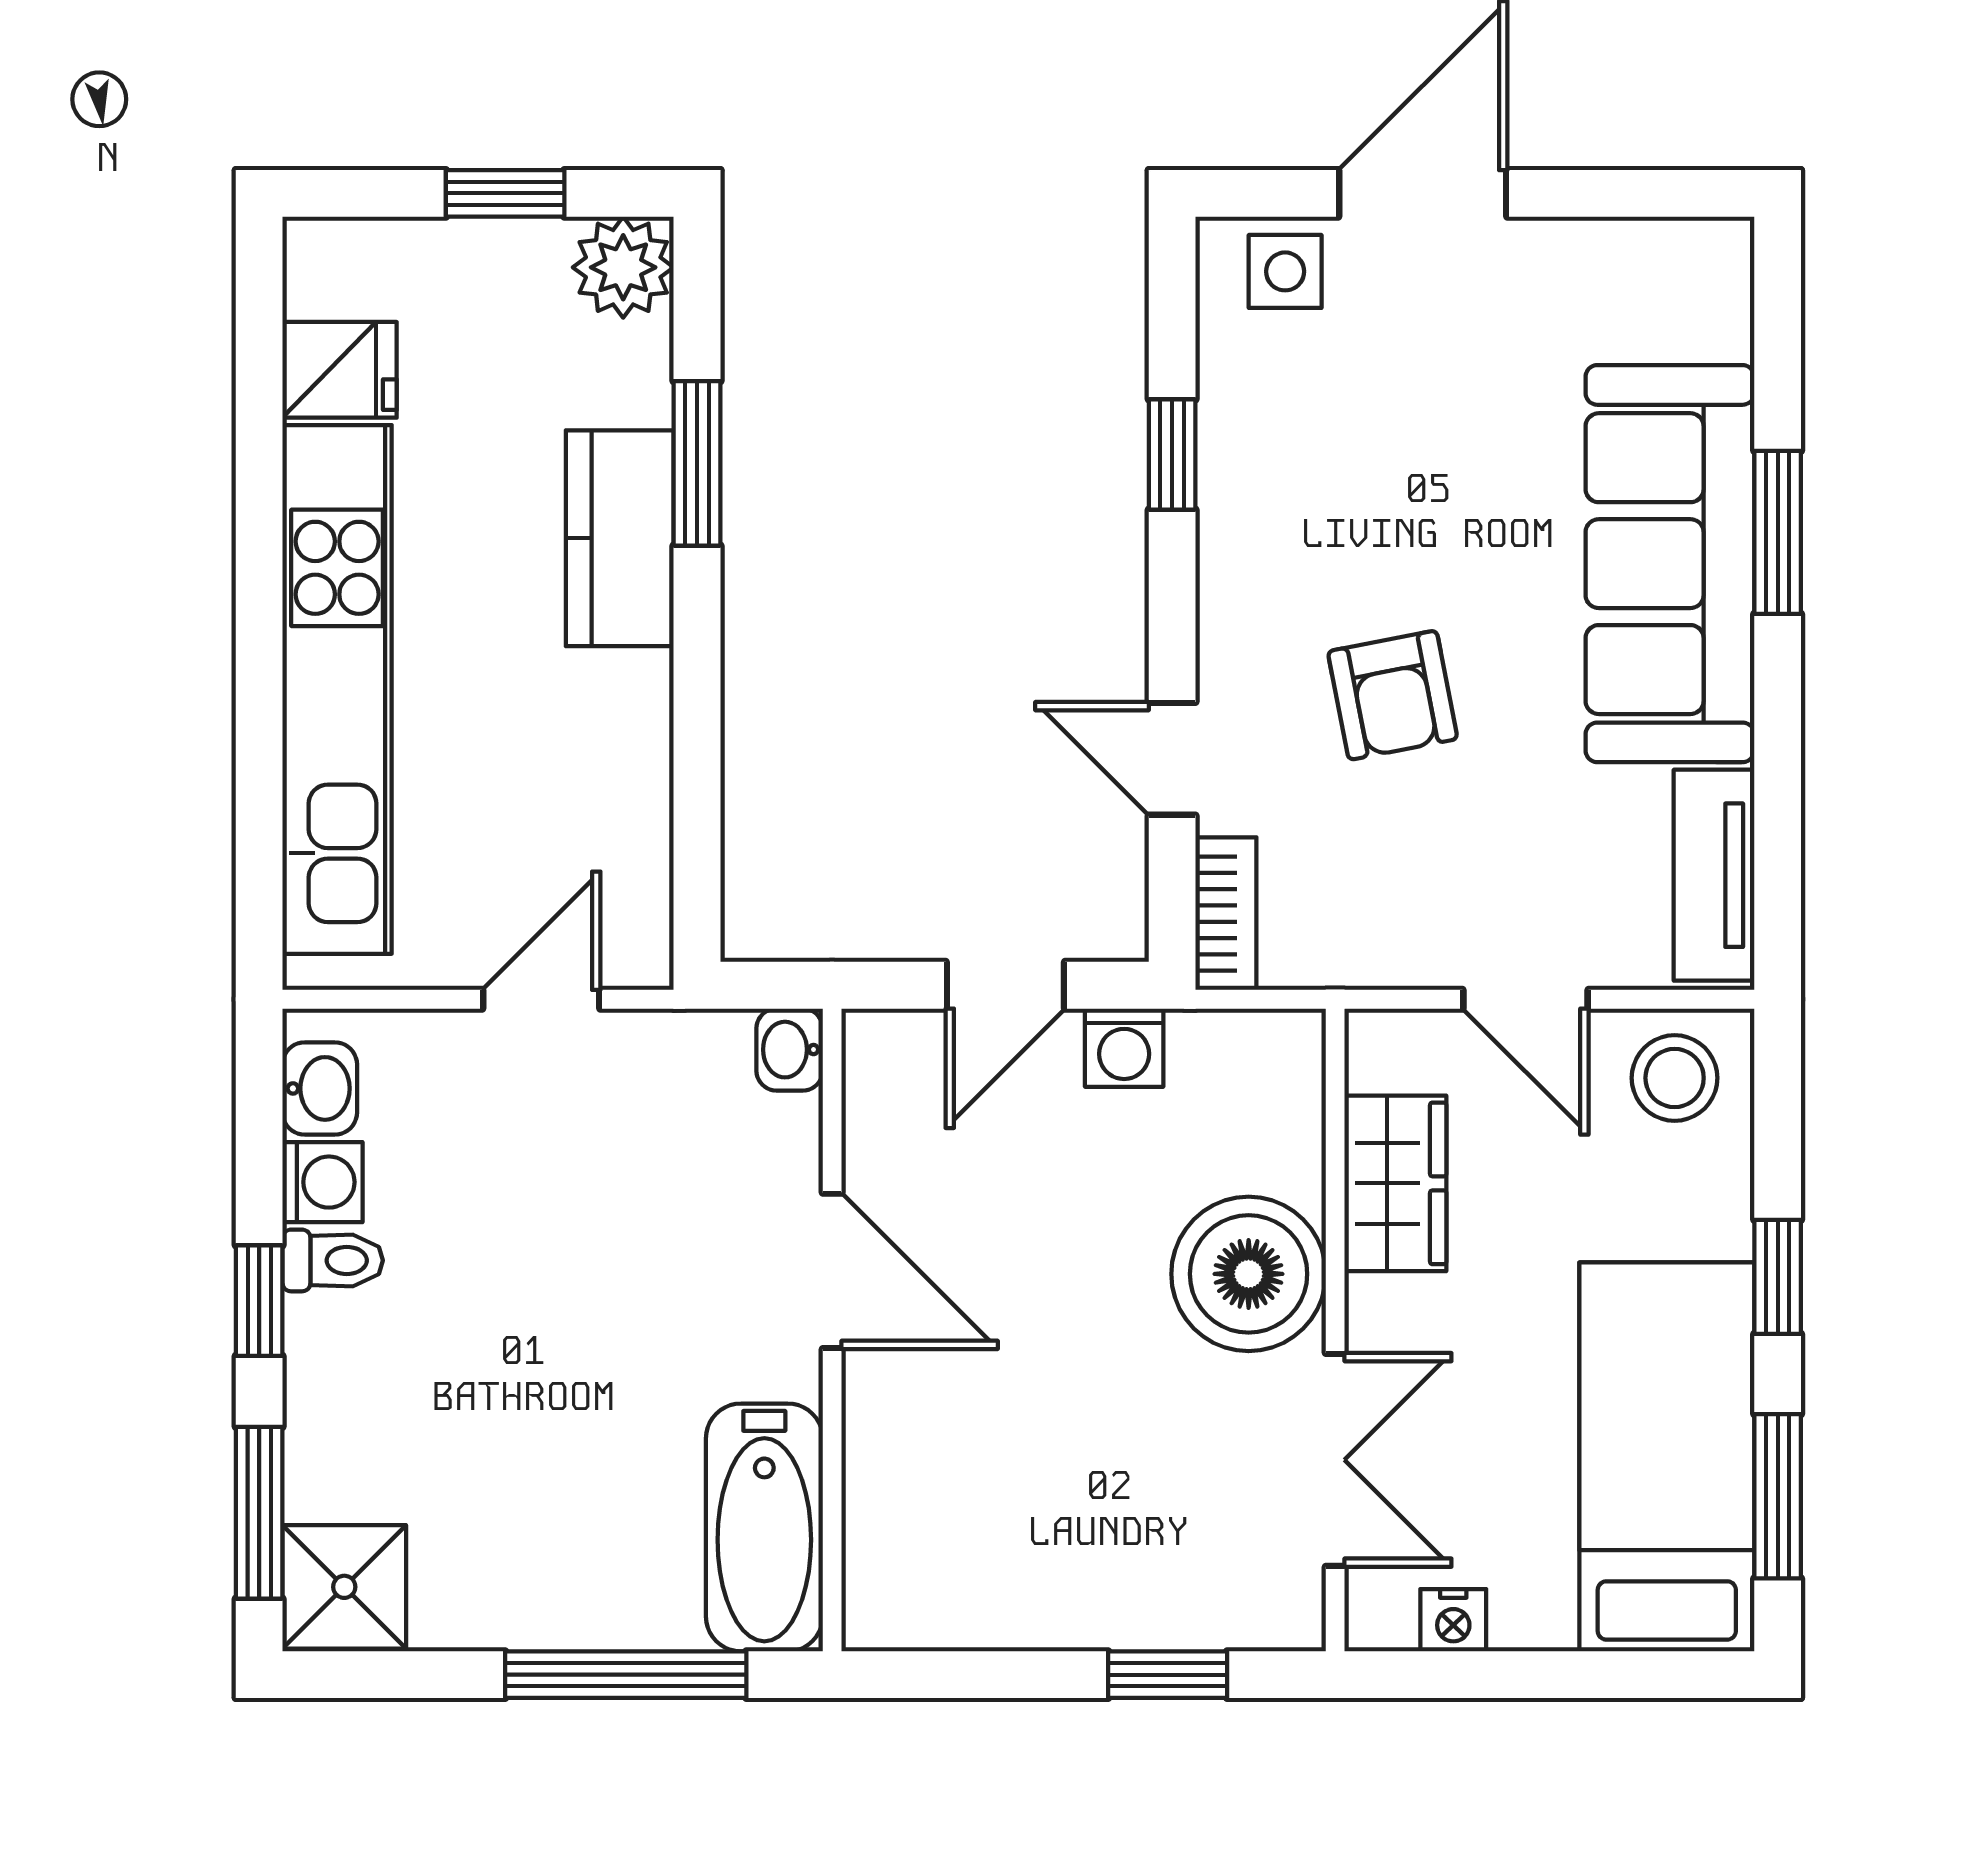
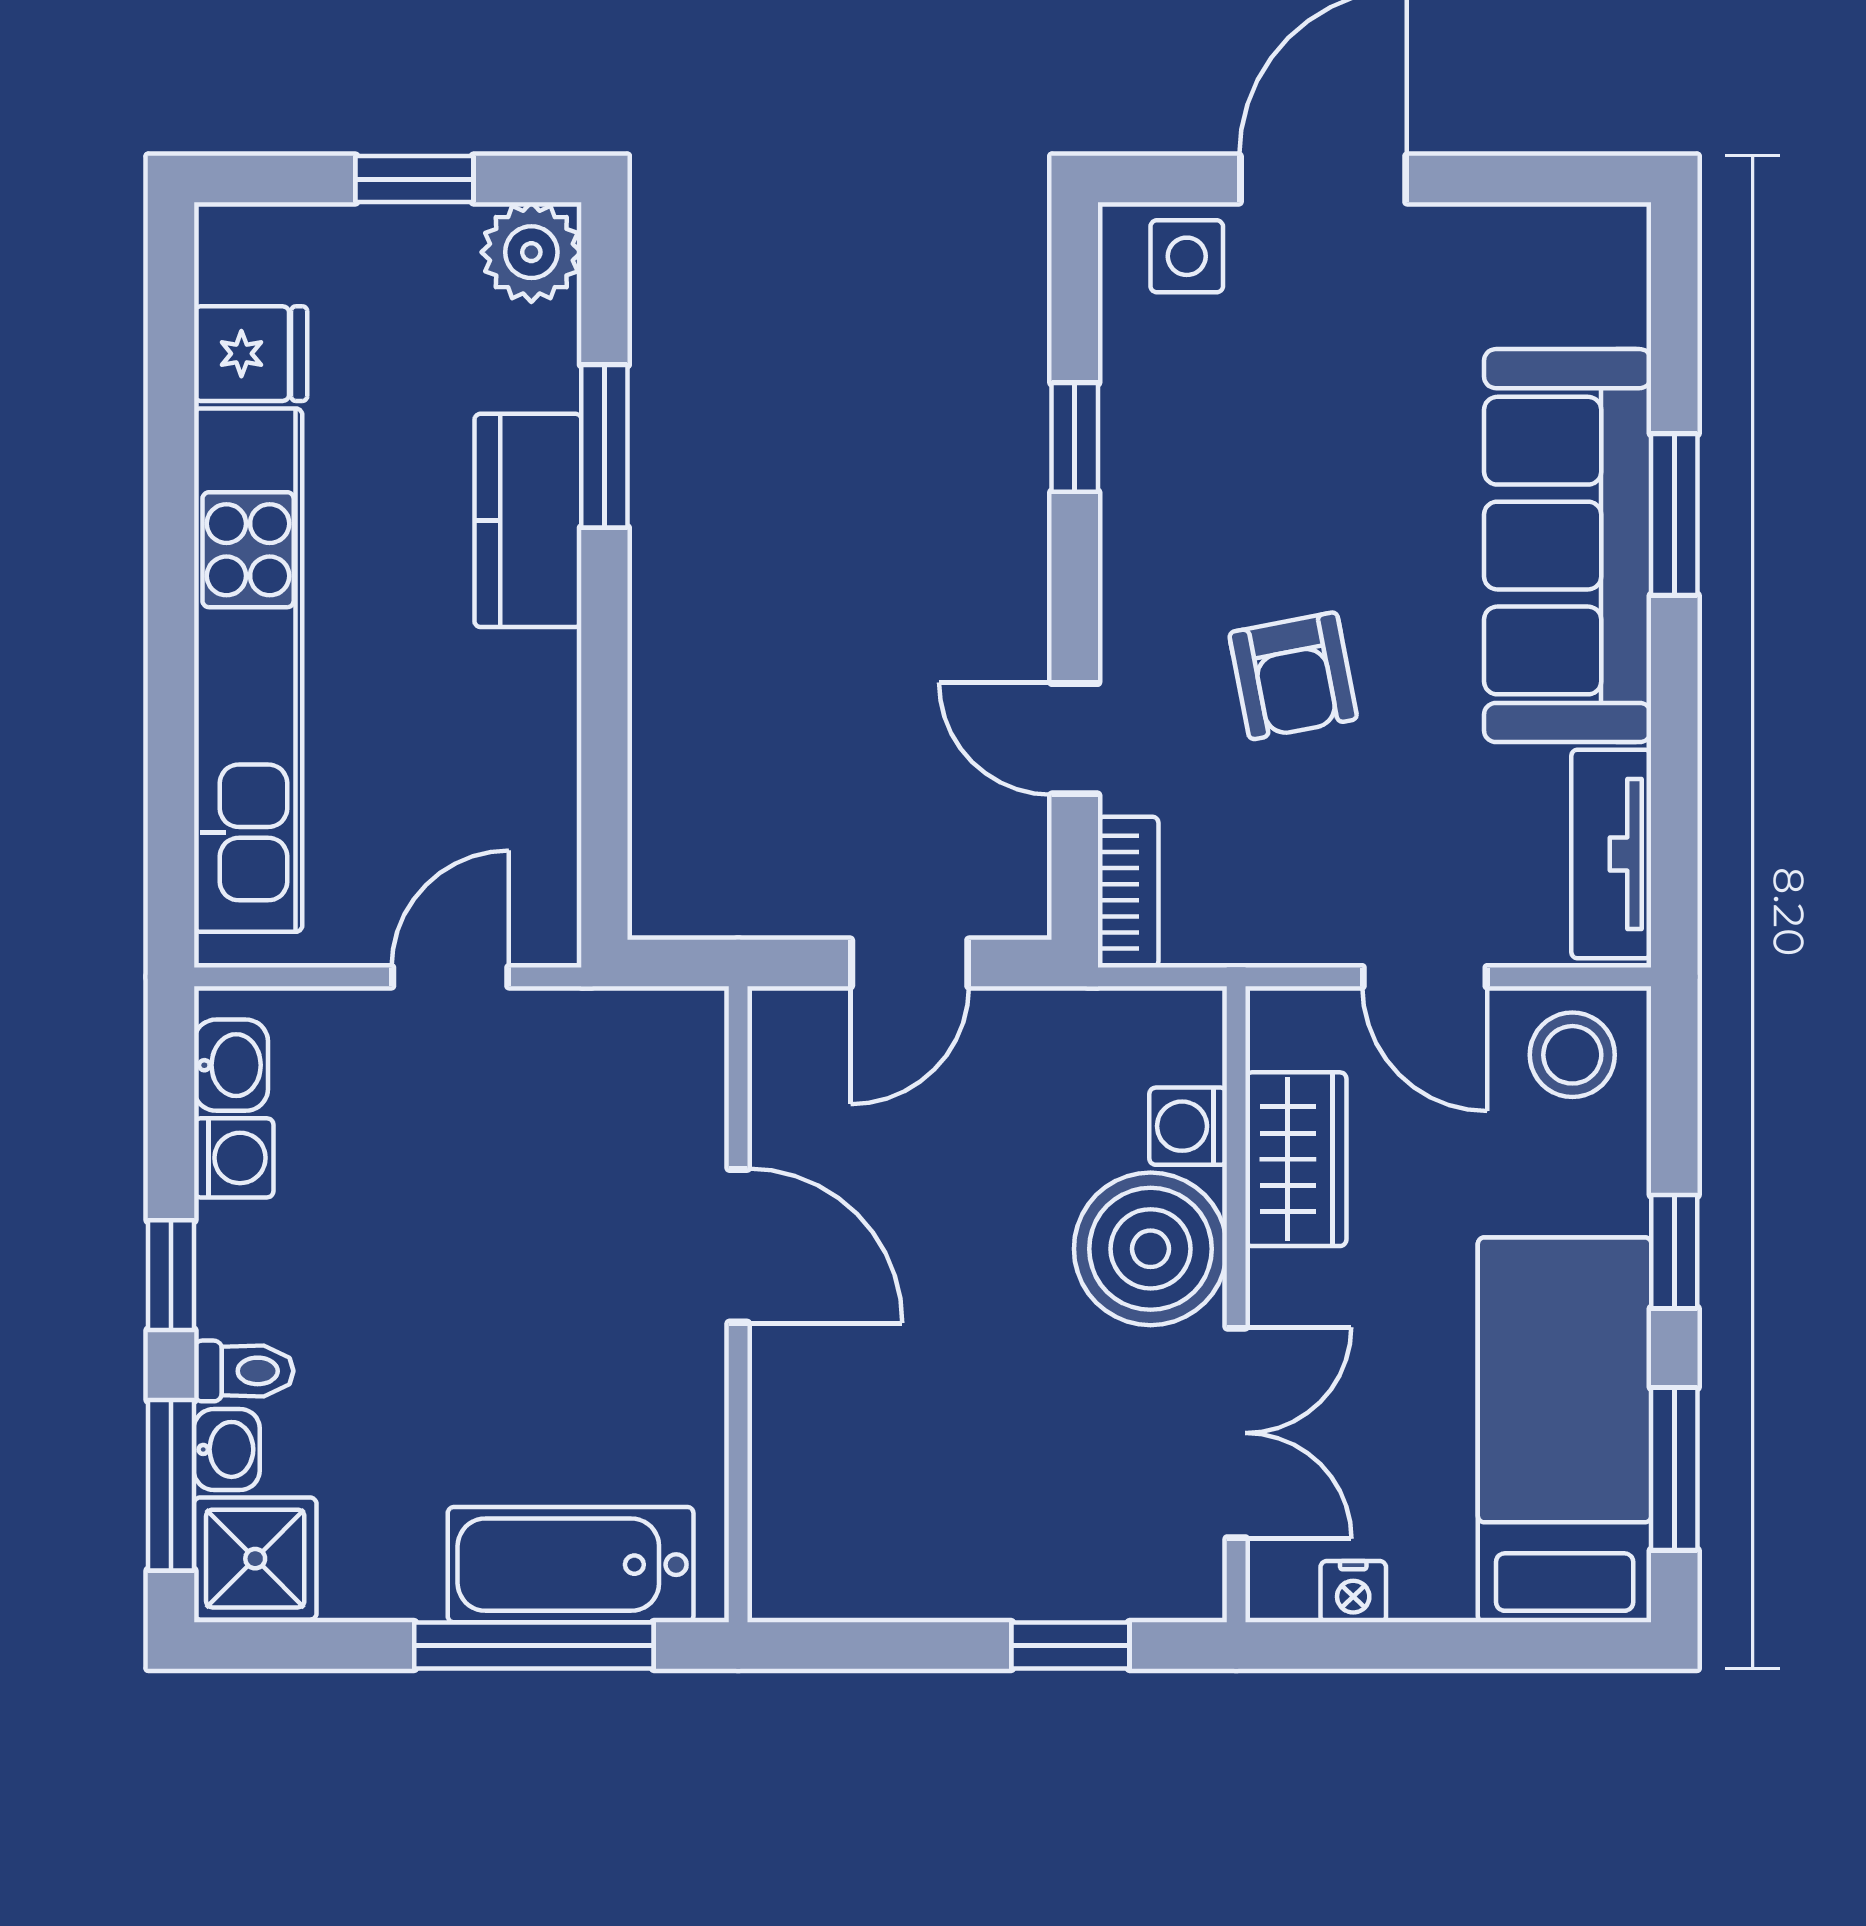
washing machine: (1124, 1048) -> (1188, 1126), moved, turned 90
washbasin: (790, 1050) -> (227, 1449), moved, turned 180
toilet: (333, 1260) -> (244, 1371), moved
bathtub: (764, 1527) -> (571, 1565), moved, turned 90

